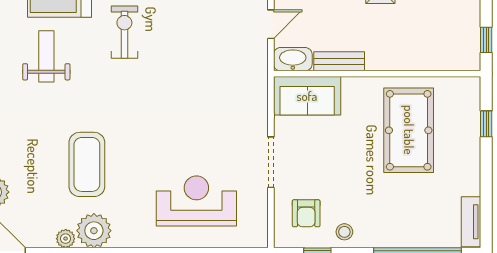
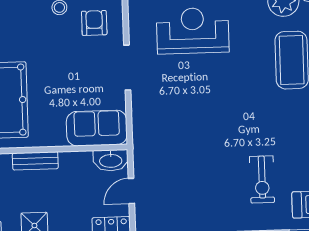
bench: (339, 61) -> (35, 161), moved
reception desk: (196, 201) -> (193, 31), turned 180

